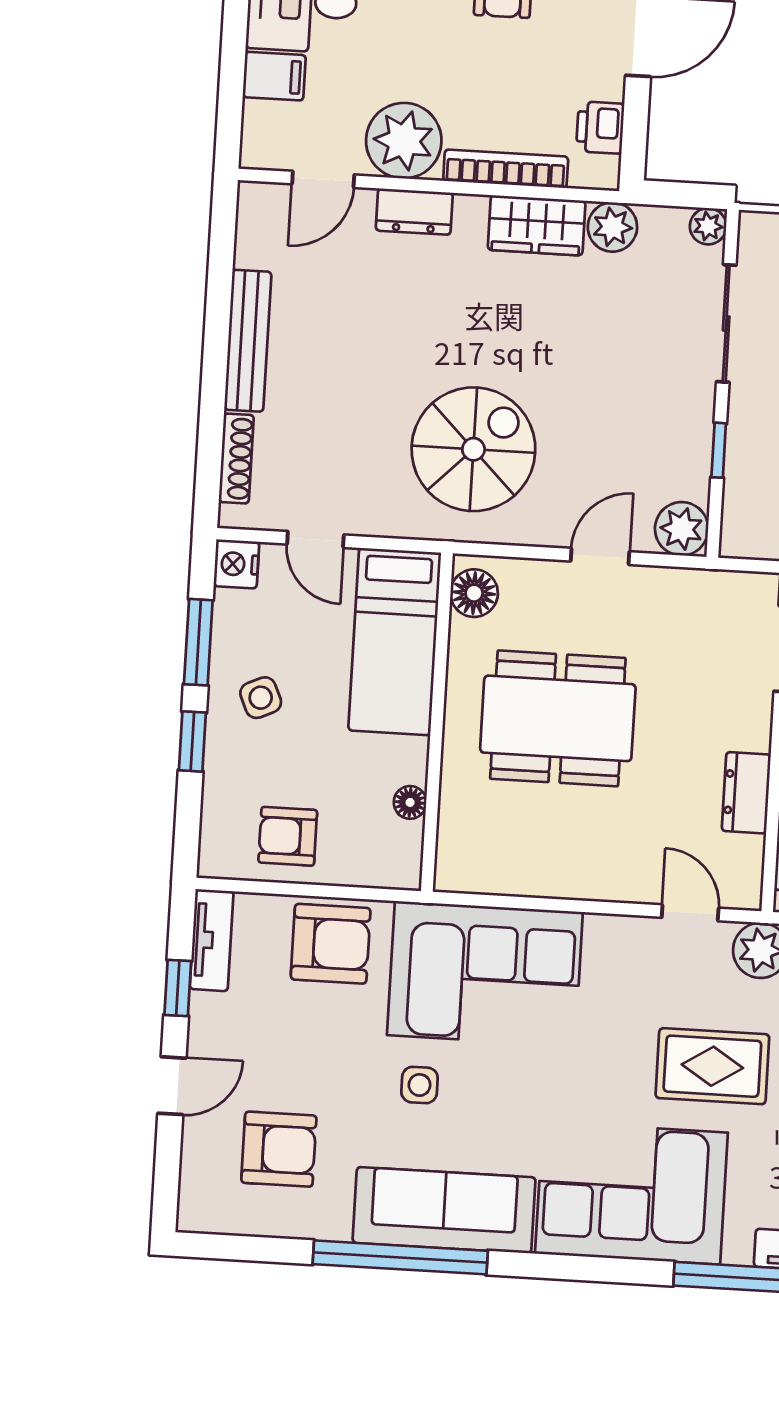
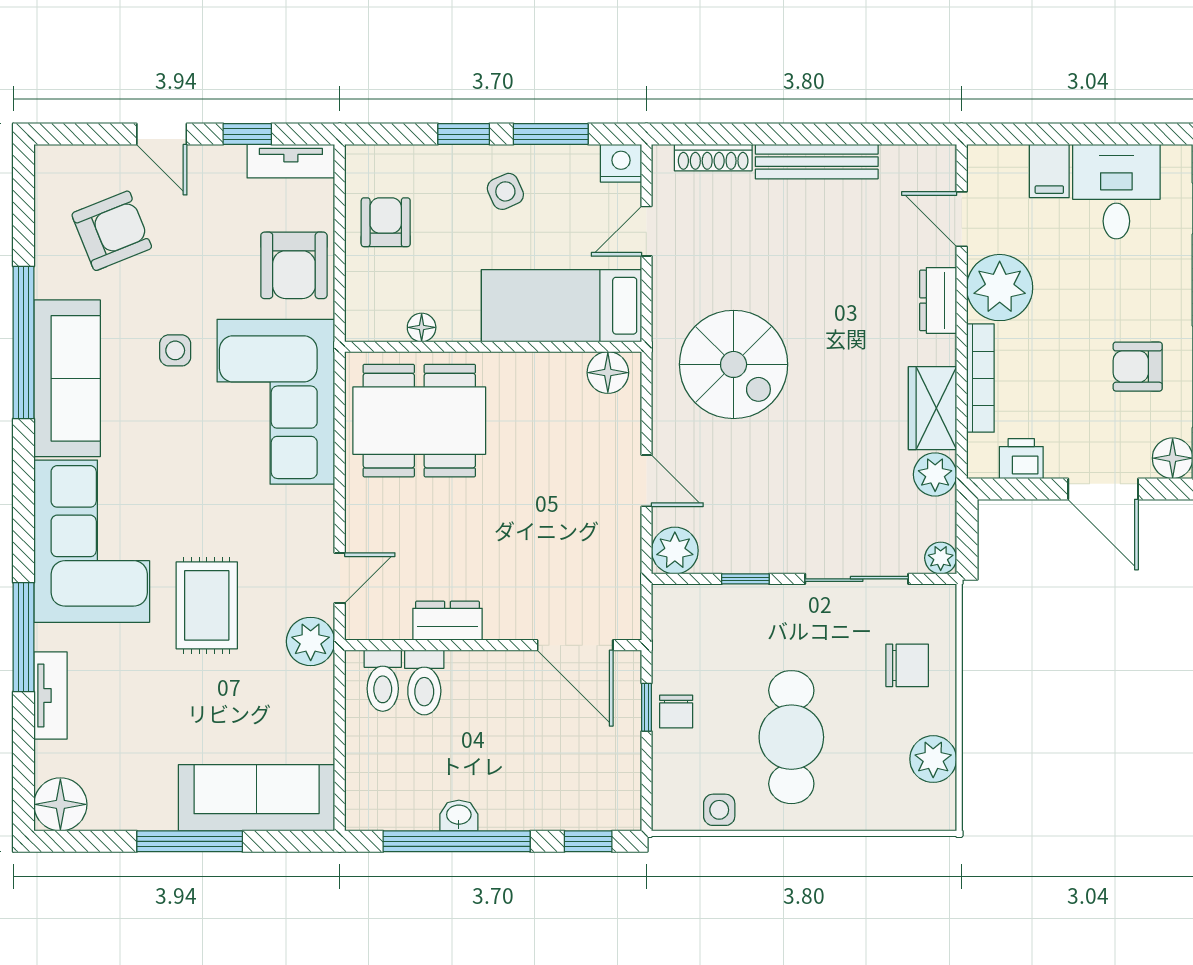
dining table: (558, 718) -> (419, 421), moved, turned 90
armchair: (279, 1149) -> (112, 231), turned -112

